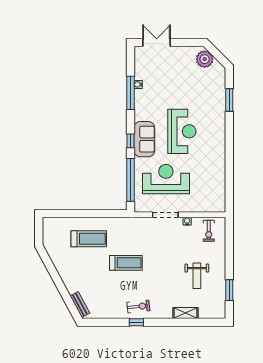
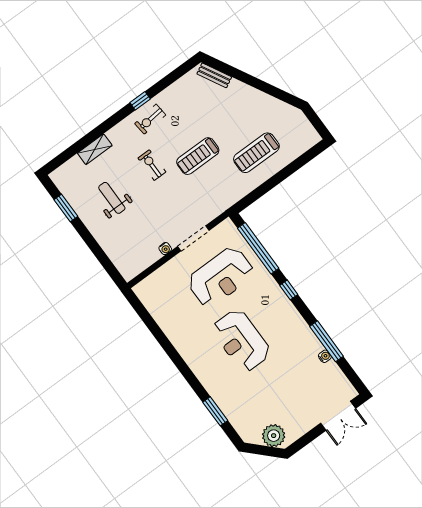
sofa: (144, 139) -> (275, 303), removed
exercise bike: (209, 231) -> (152, 165), moved

